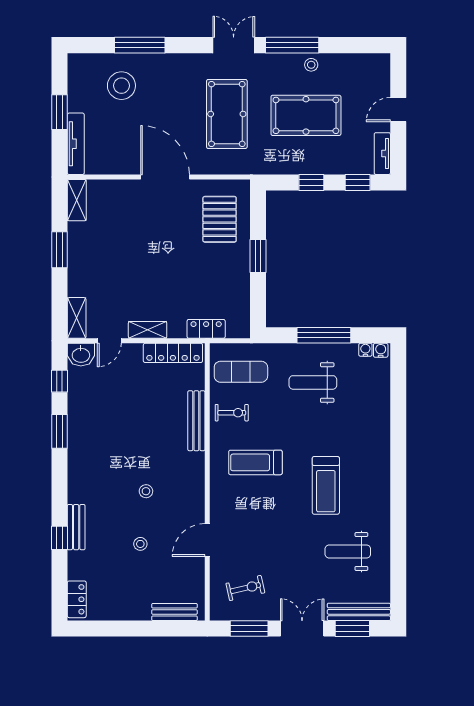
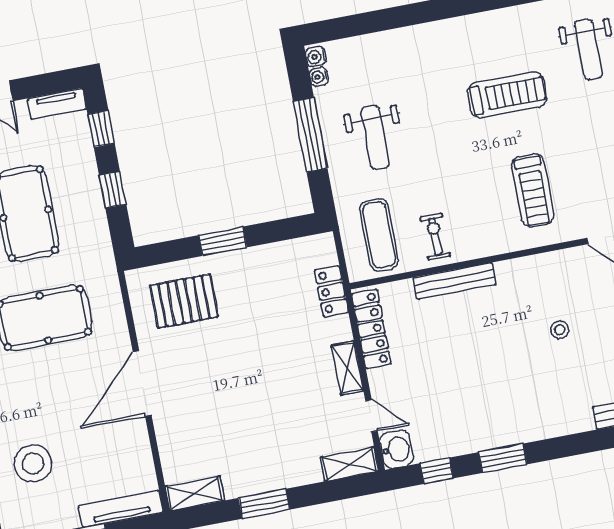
treadmill: (255, 462) -> (533, 190), moved

